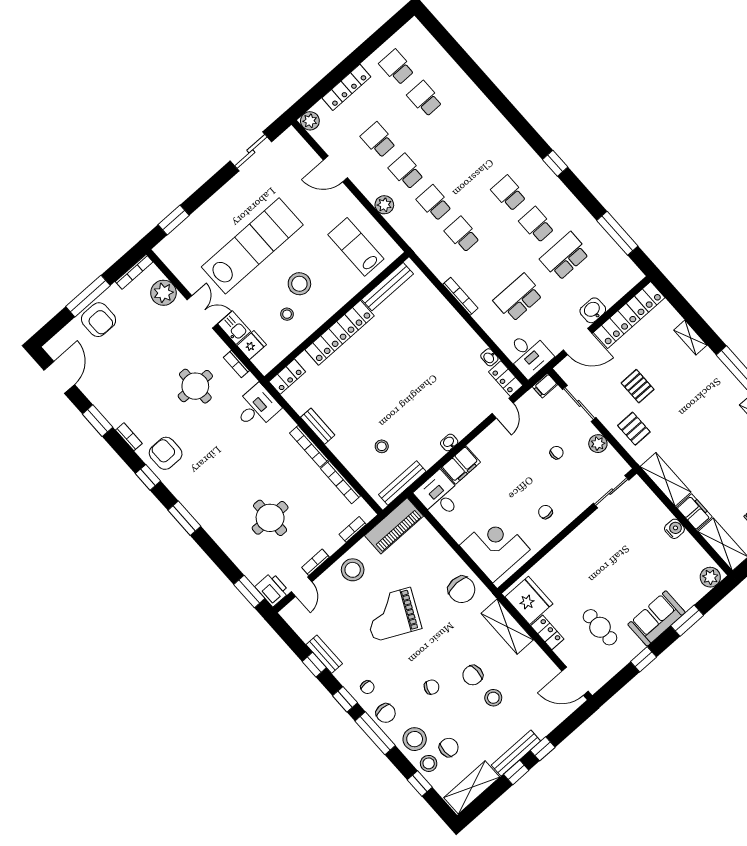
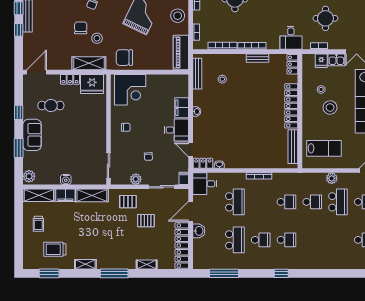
school desk: (406, 171) -> (338, 202), width x1.85
desk: (439, 496) -> (176, 130), moved
stool: (493, 698) -> (97, 38), moved

